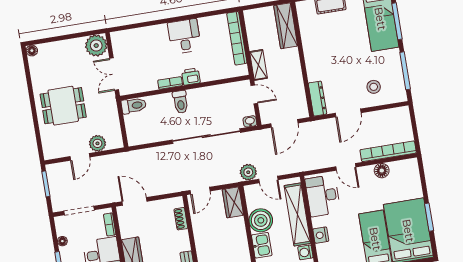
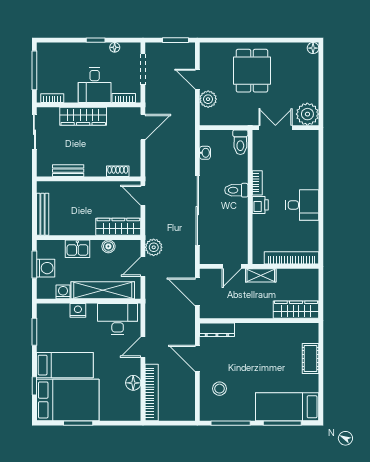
washbasin: (250, 121) -> (205, 153), moved
wardrobe: (233, 202) -> (118, 227), width x1.50
boiler: (261, 220) -> (108, 246), width x0.54, depth x0.54

